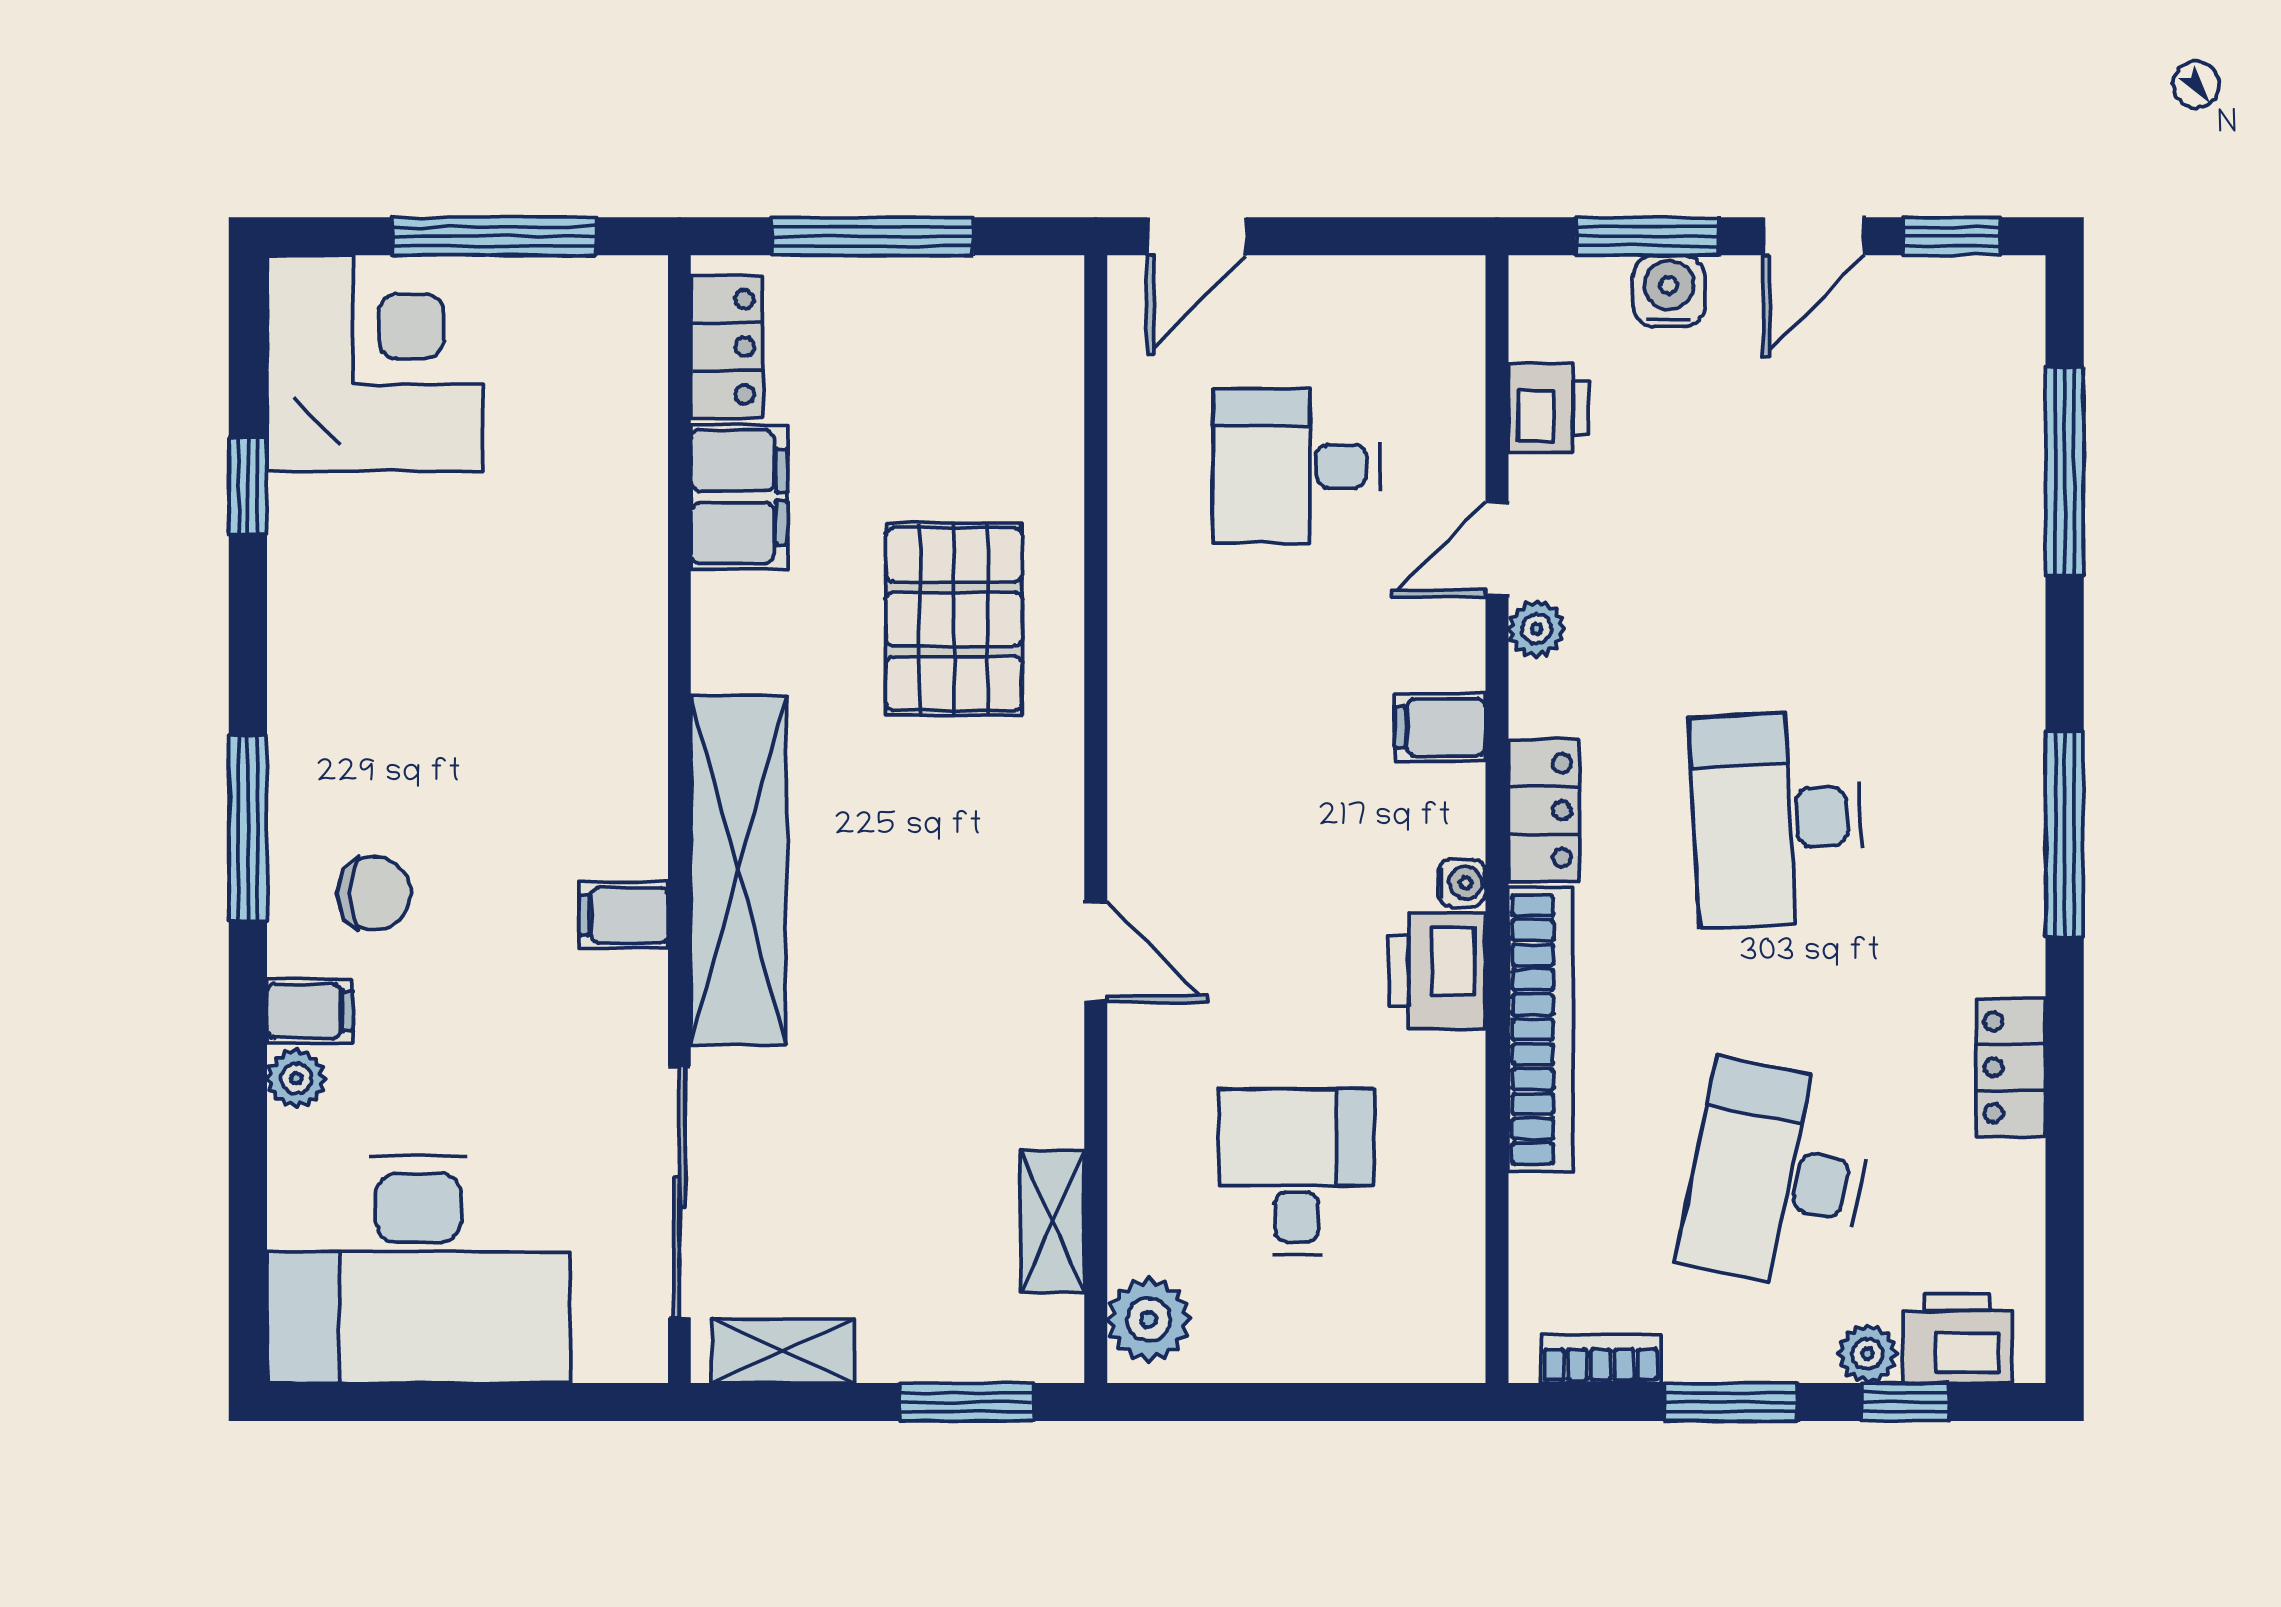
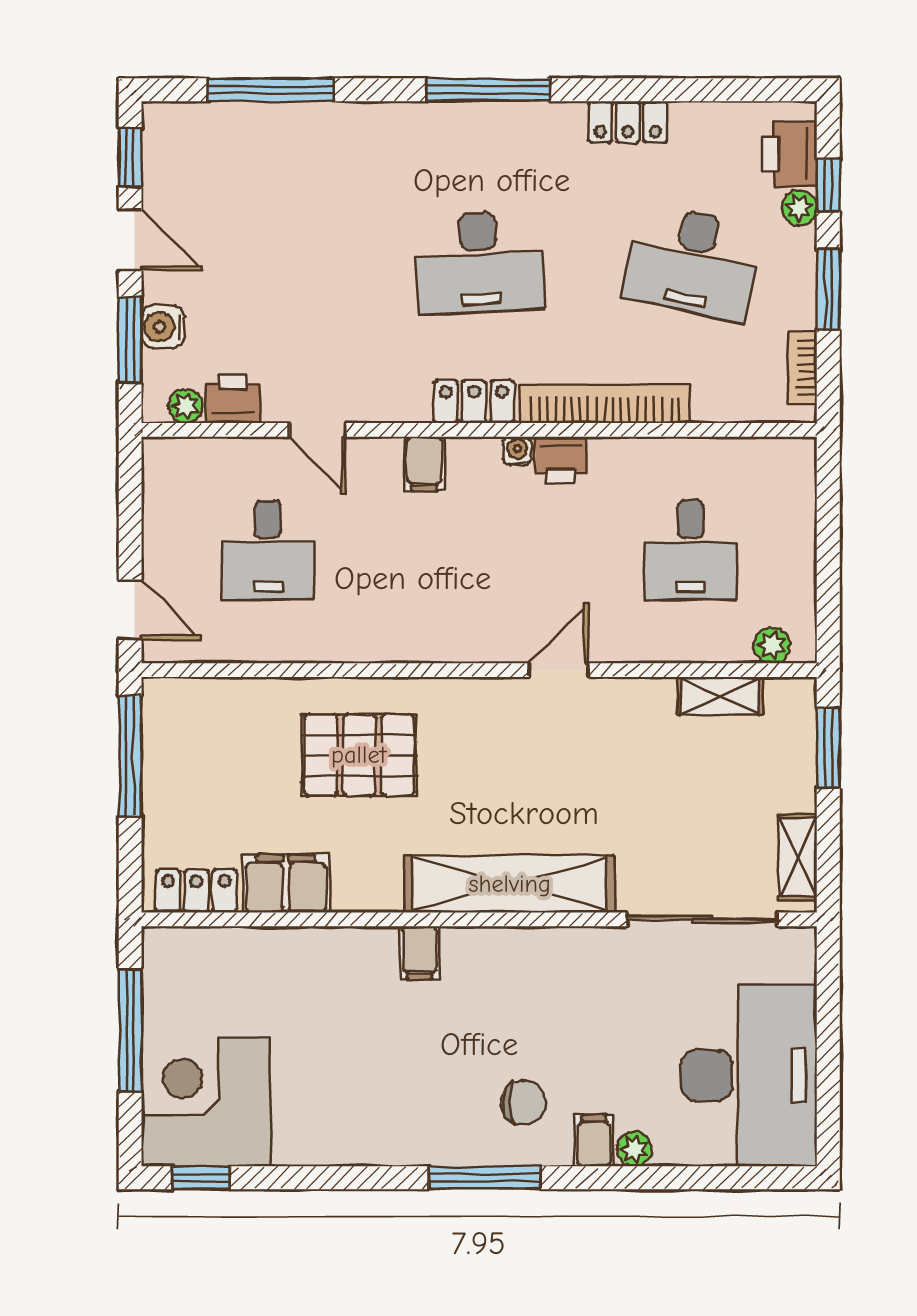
window: (872, 236) -> (130, 756), moved
window: (248, 486) -> (201, 1178), moved
plant: (1537, 629) -> (186, 406), moved
chair: (374, 893) -> (524, 1102), turned 90
filing cabinet: (624, 915) -> (419, 953), moved
printer: (1437, 971) -> (561, 460), width x0.73, depth x0.81
desk: (1296, 1172) -> (691, 550), turned -90
plant: (1149, 1319) -> (772, 645), width x0.73, depth x0.73

